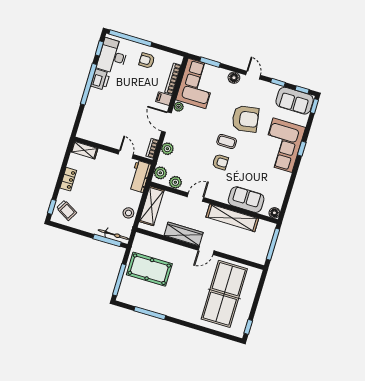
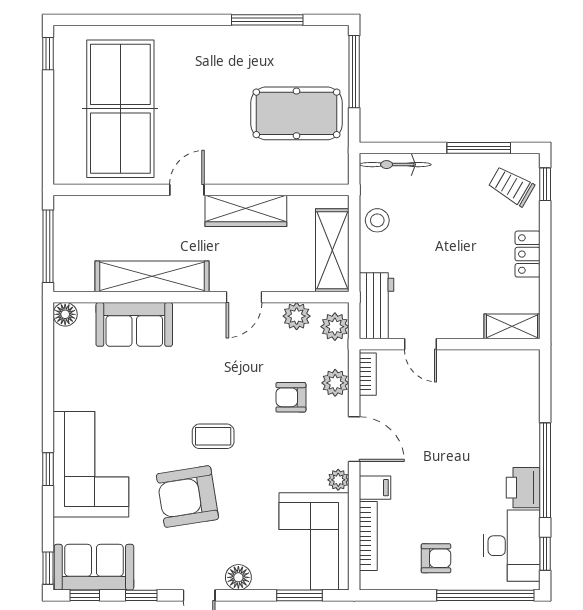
armchair: (220, 162) -> (291, 397), moved
window: (107, 240) -> (479, 148), moved

